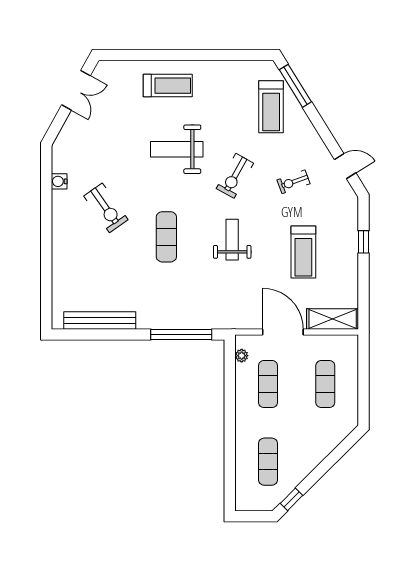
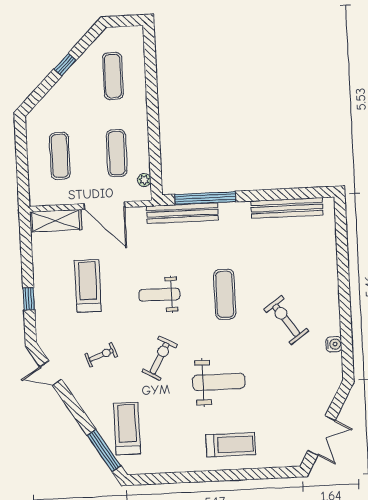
treadmill: (168, 86) -> (231, 445), turned 180
double door: (76, 90) -> (322, 435), swing flipped
weight bench: (232, 240) -> (159, 295), turned 90
bench: (205, 320) -> (182, 213), added
window: (292, 499) -> (65, 65), moved

